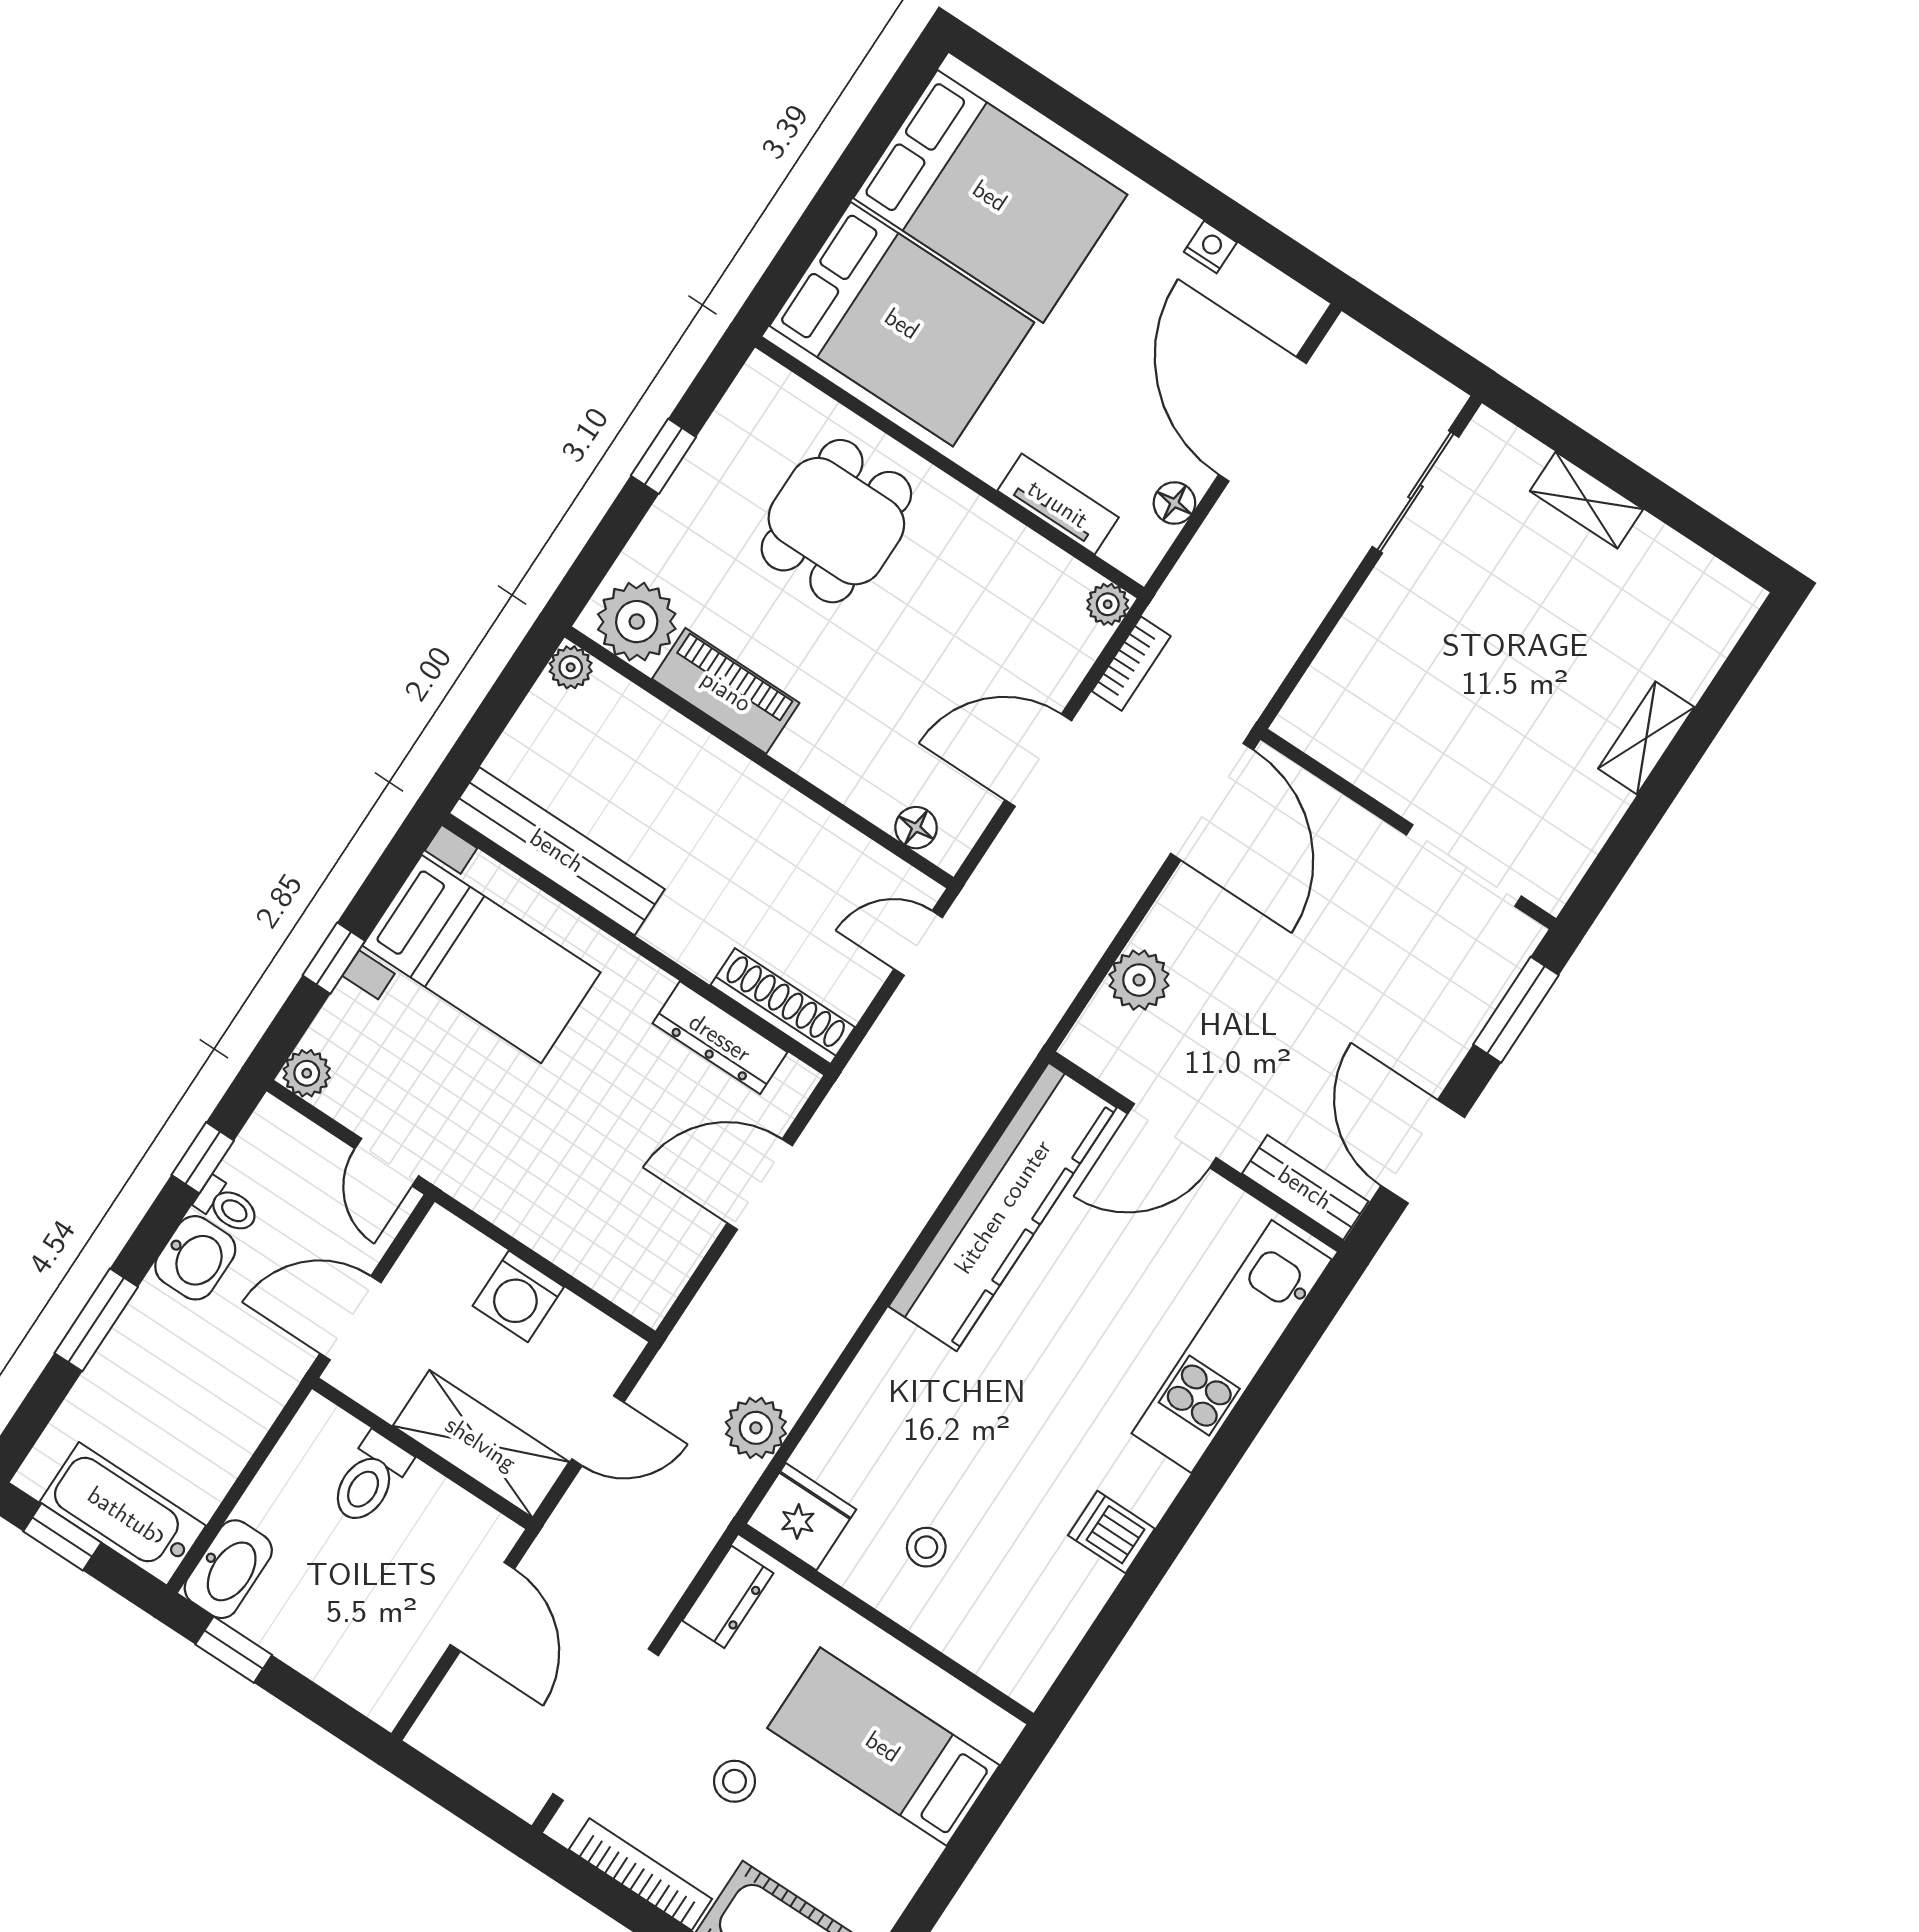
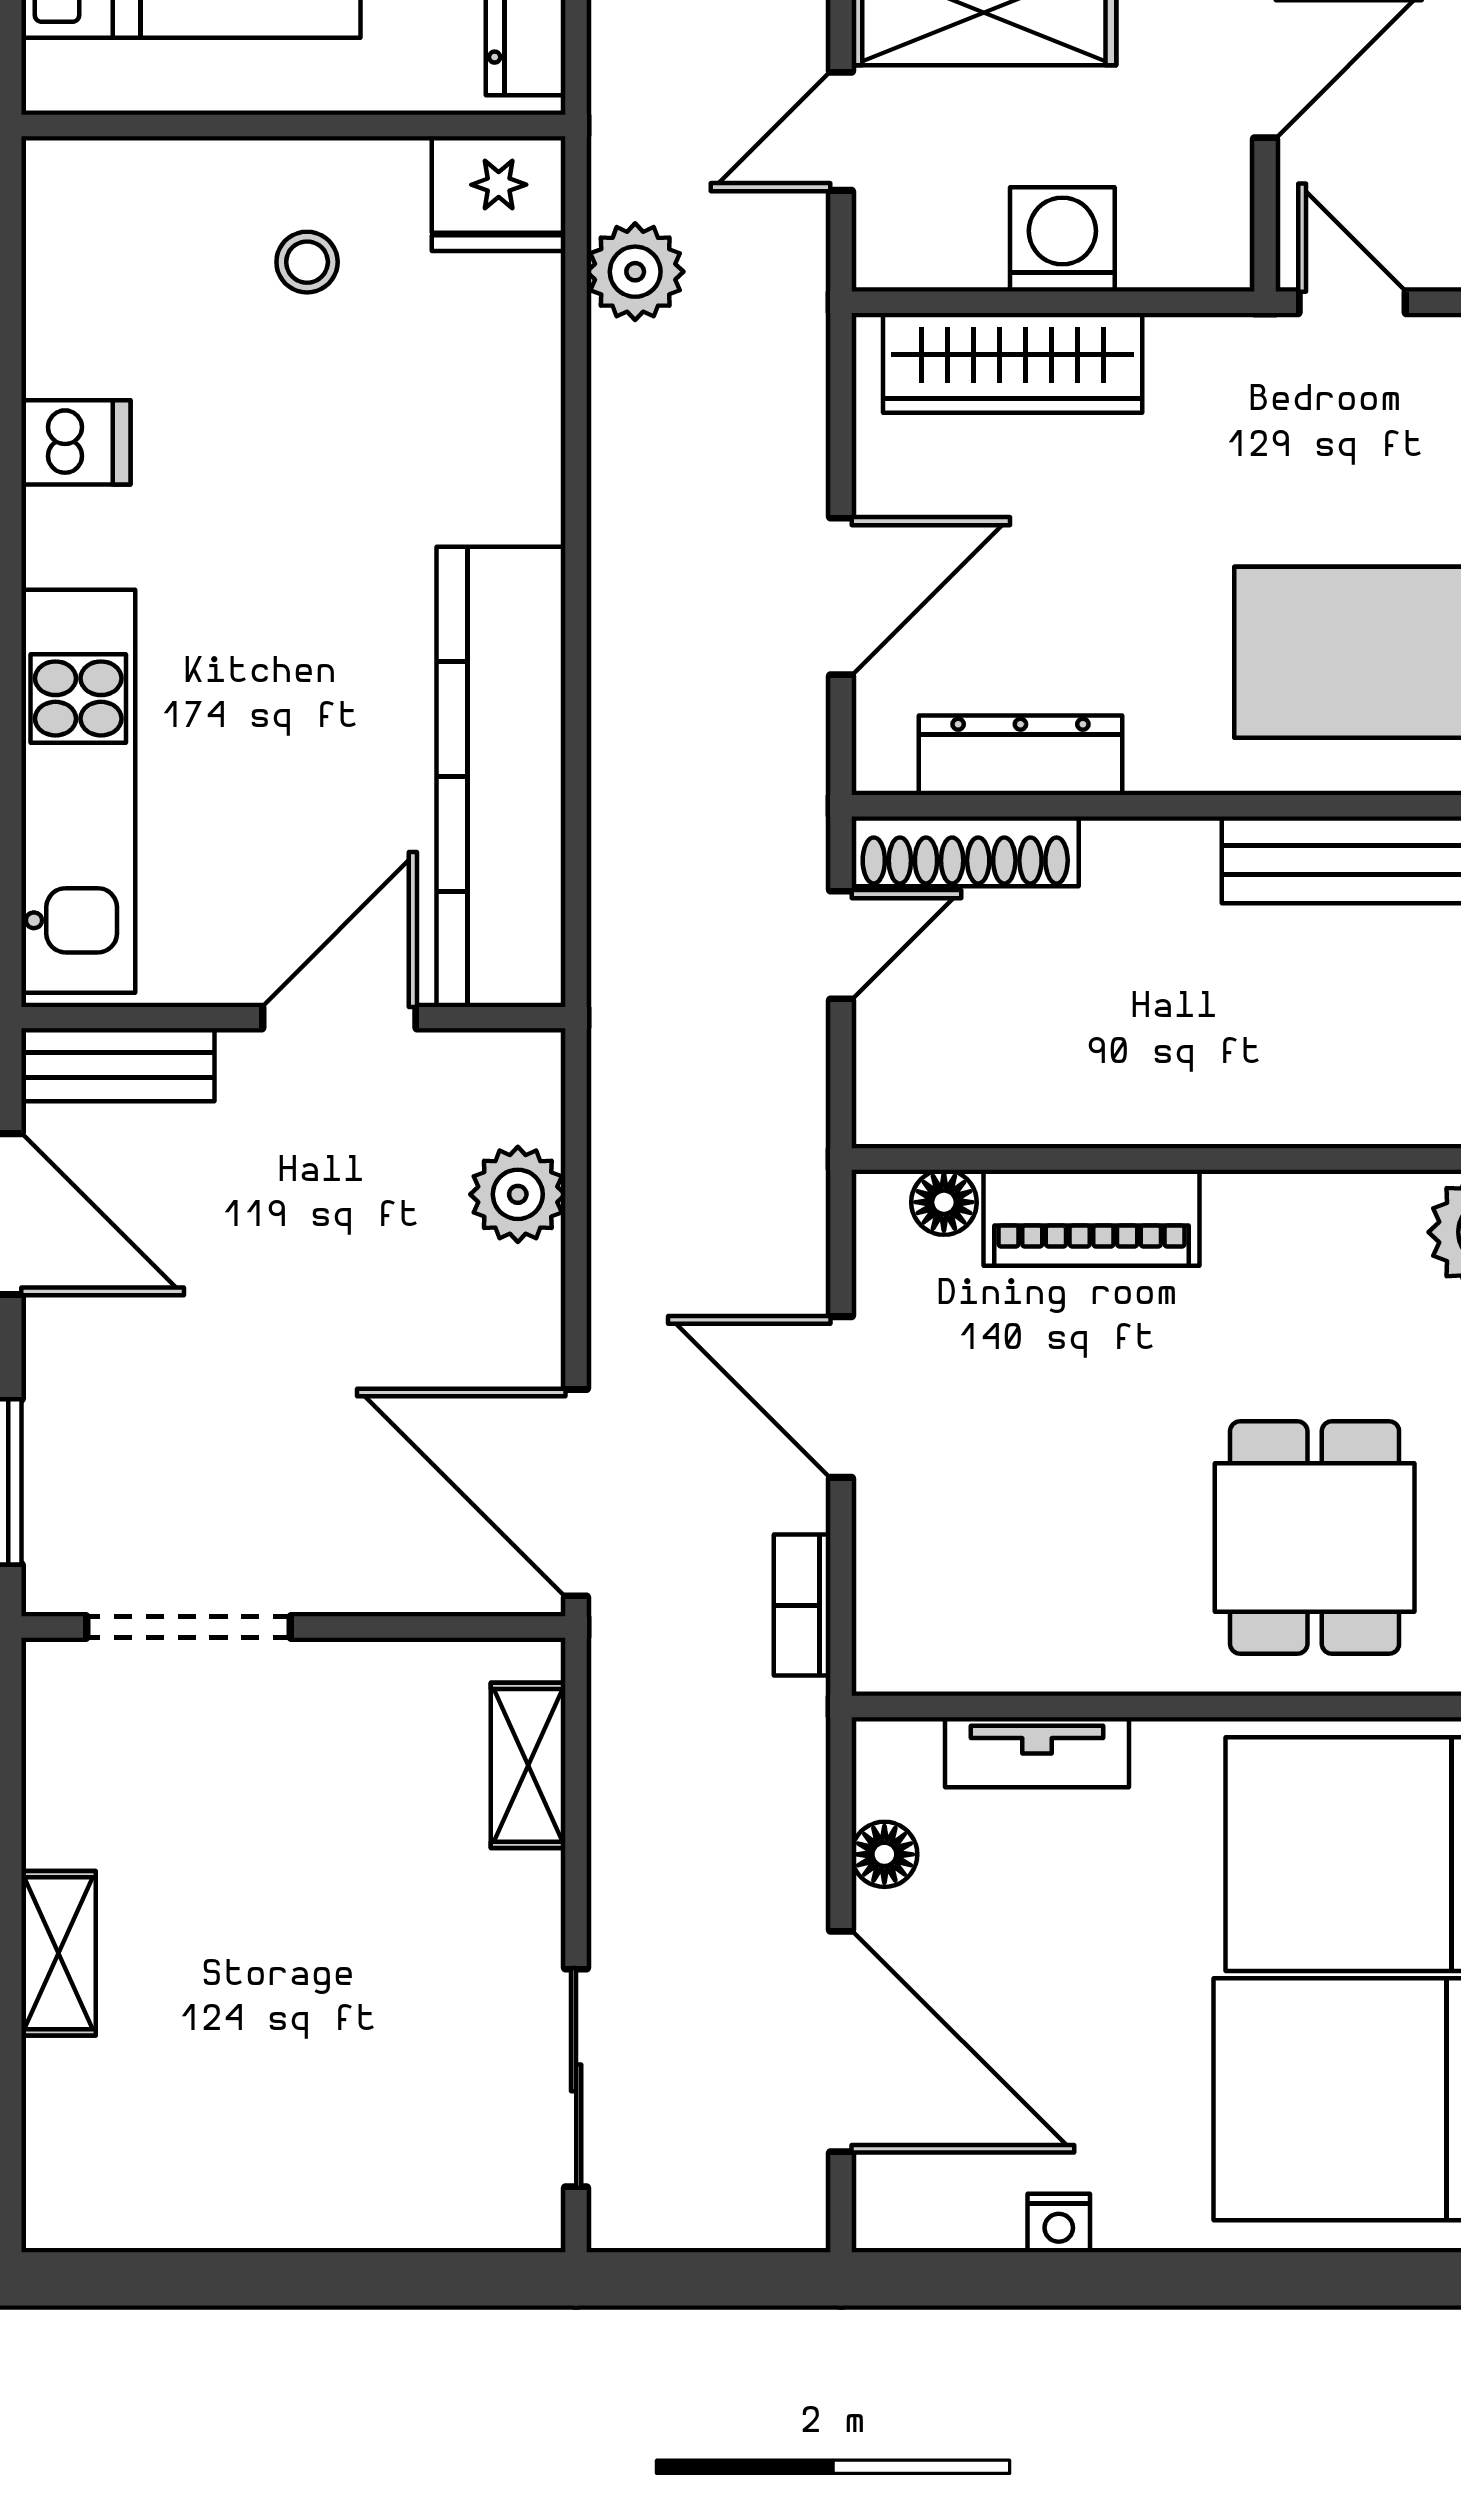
shelving: (1586, 500) -> (528, 1765), moved, turned 90
plant: (1108, 604) -> (885, 1663), removed
piano: (726, 691) -> (1092, 1218), moved
door: (1038, 760) -> (841, 1397), swing flipped
door: (918, 943) -> (841, 945), moved
wardrobe: (588, 1248) -> (1013, 363), added

